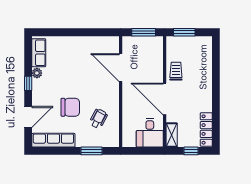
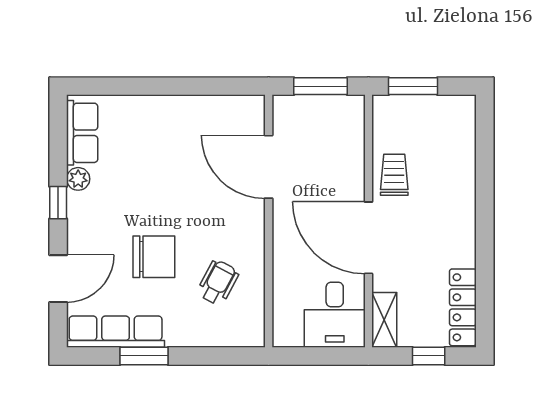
window: (92, 151) -> (144, 356), moved

